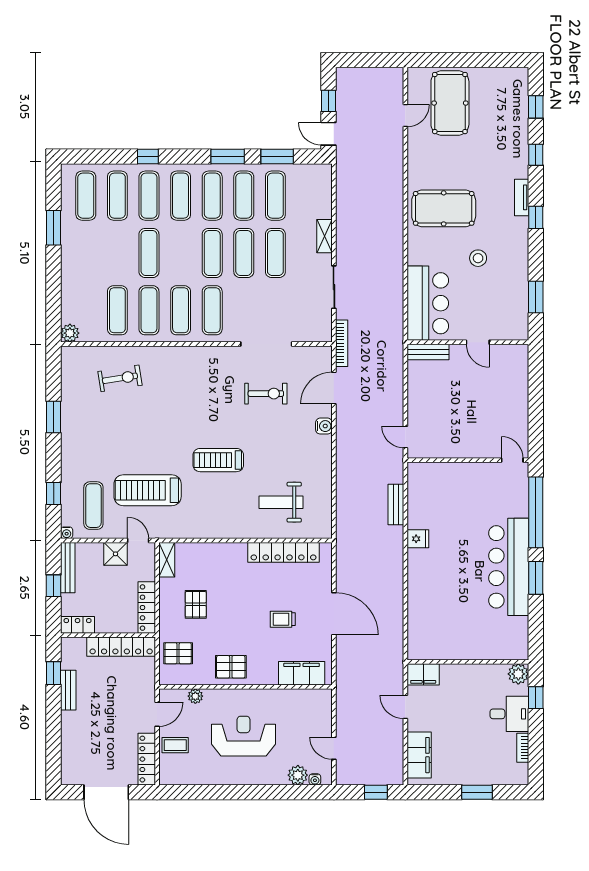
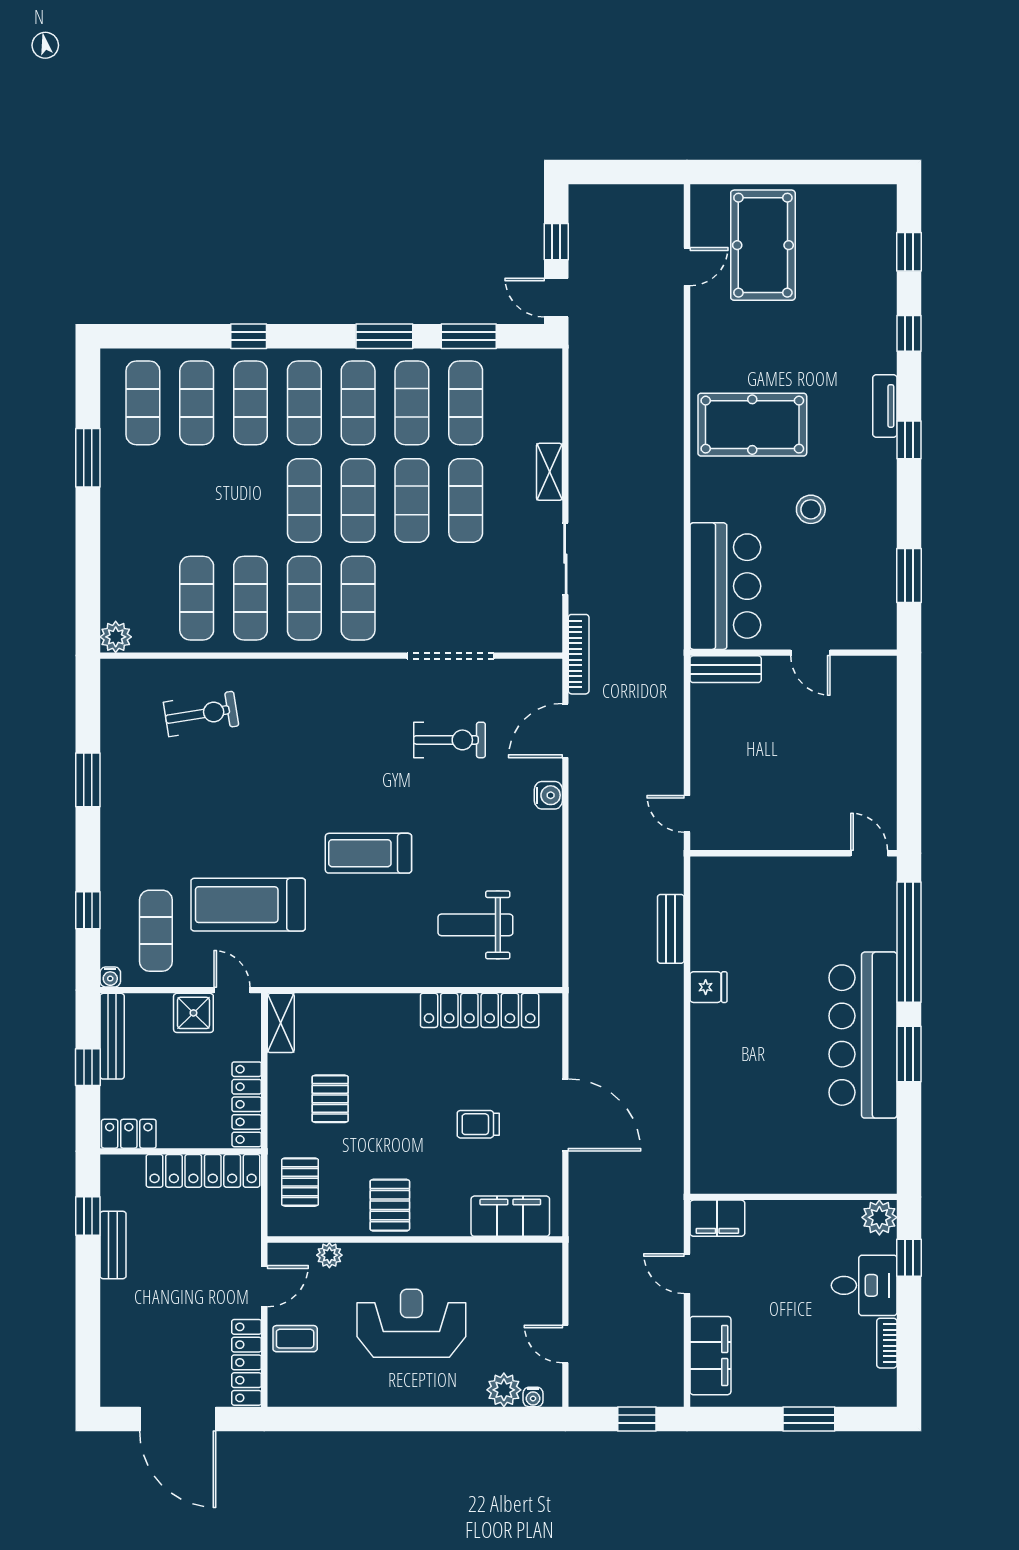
exercise mat: (149, 253) -> (304, 500), moved
pallet: (178, 653) -> (300, 1182), turned 90
pallet: (231, 667) -> (390, 1205), turned 90

